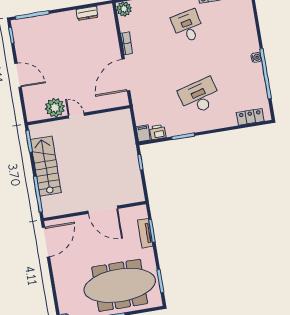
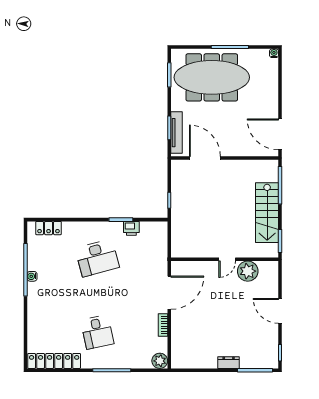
dresser: (87, 13) -> (229, 363), moved
water cooler: (256, 57) -> (32, 276), moved
door: (76, 116) -> (227, 259), hinge flipped
printer: (158, 132) -> (131, 228), moved
filing cabinet: (143, 133) -> (161, 229), removed
door: (103, 210) -> (205, 158), moved
tv unit: (145, 233) -> (176, 133), width x1.41
door: (46, 242) -> (280, 134), hinge flipped

